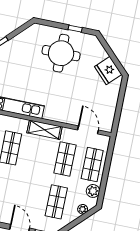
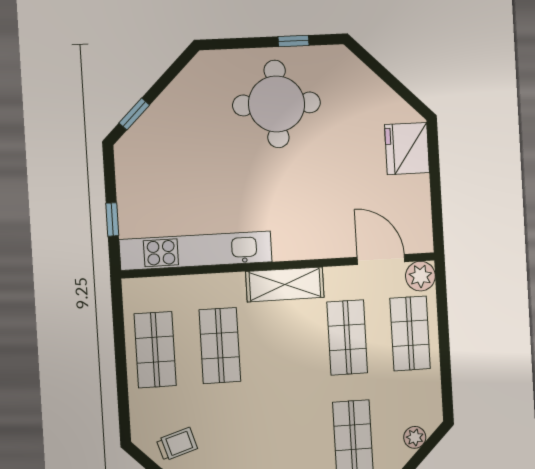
fridge: (108, 71) -> (407, 149), moved, turned 45
plant: (93, 191) -> (420, 276), moved

